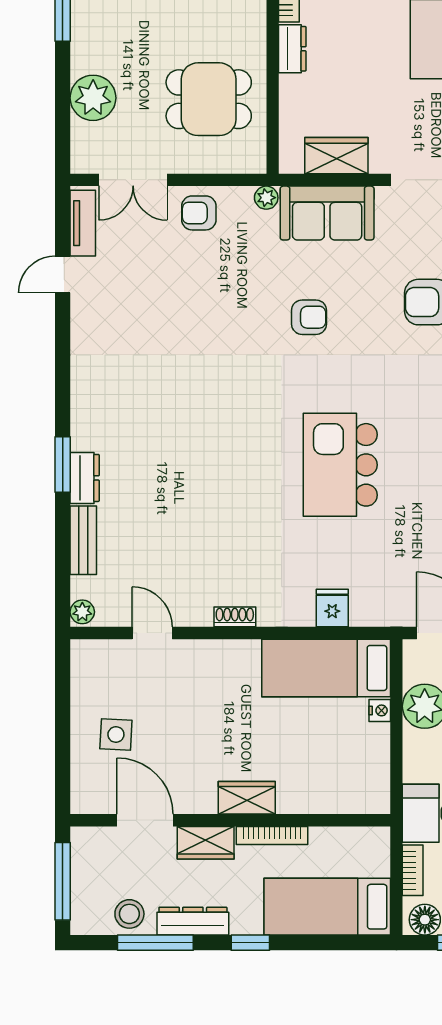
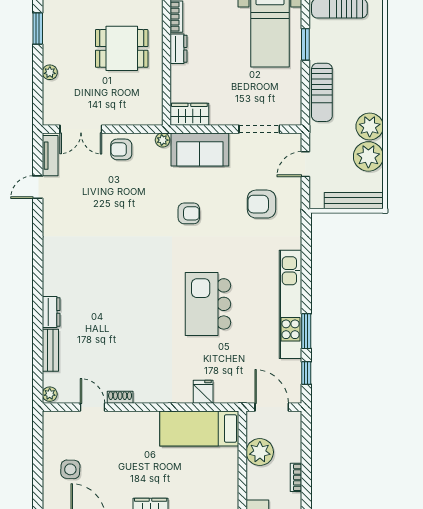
plant: (93, 98) -> (50, 72), width x0.53, depth x0.53
dining table: (209, 99) -> (122, 48), moved
wardrobe: (336, 156) -> (189, 114), moved
window: (63, 464) -> (38, 304), removed
shoe rack: (235, 617) -> (120, 397), moved
nightstand: (380, 710) -> (232, 455), removed

